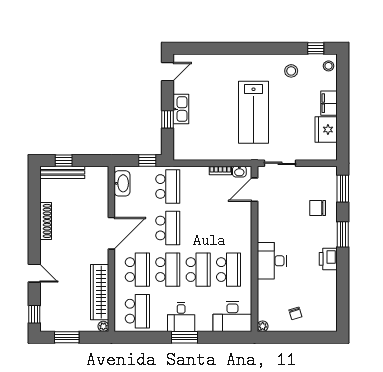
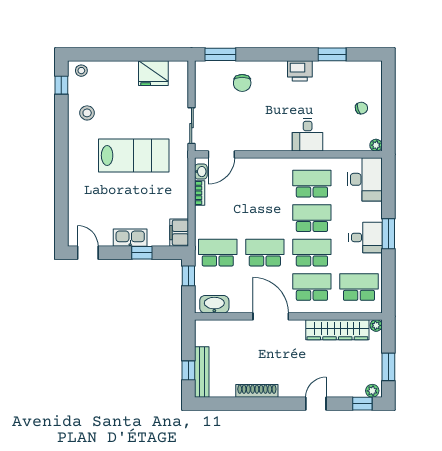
filing cabinet: (329, 103) -> (179, 233), moved, turned 90
door: (254, 190) -> (221, 154), hinge flipped
window: (343, 234) -> (332, 54), moved
desk: (272, 261) -> (308, 135), width x0.73
plant: (46, 323) -> (372, 391), added

